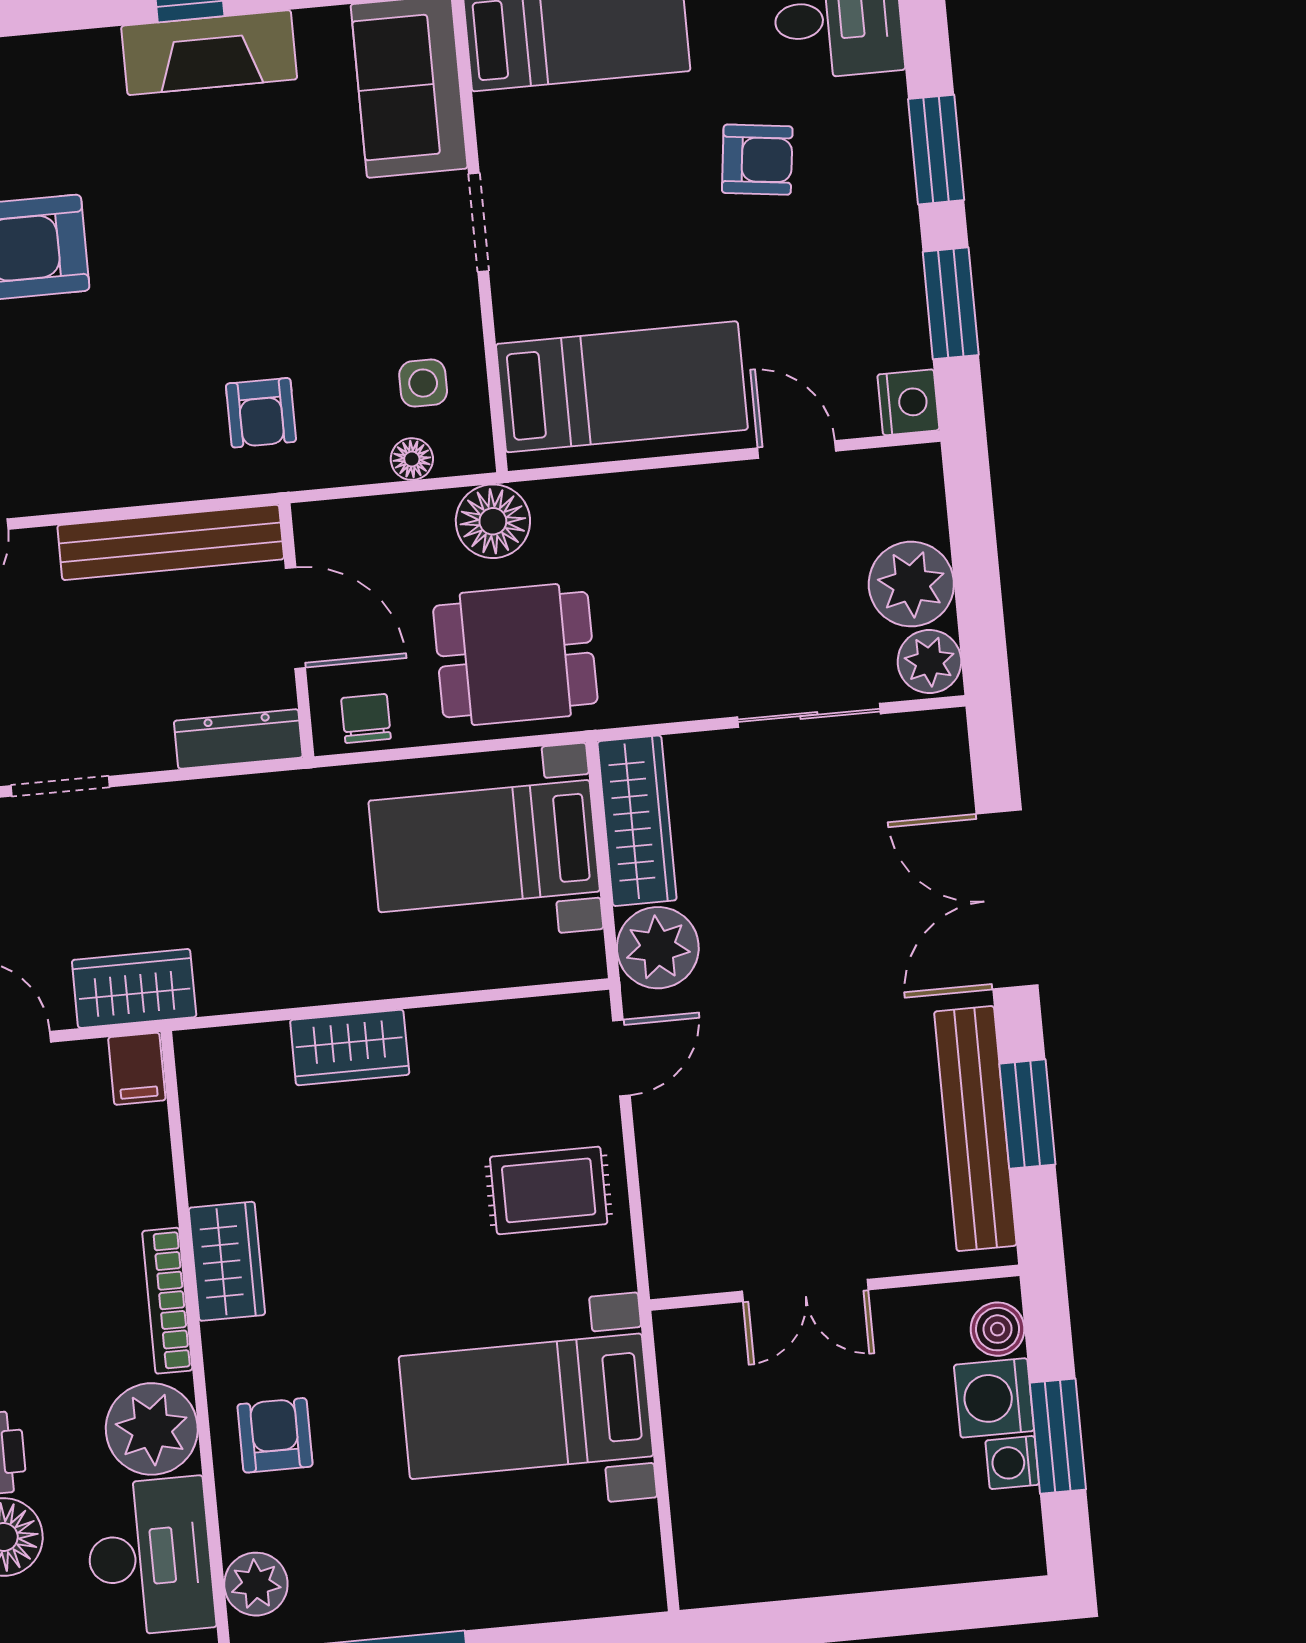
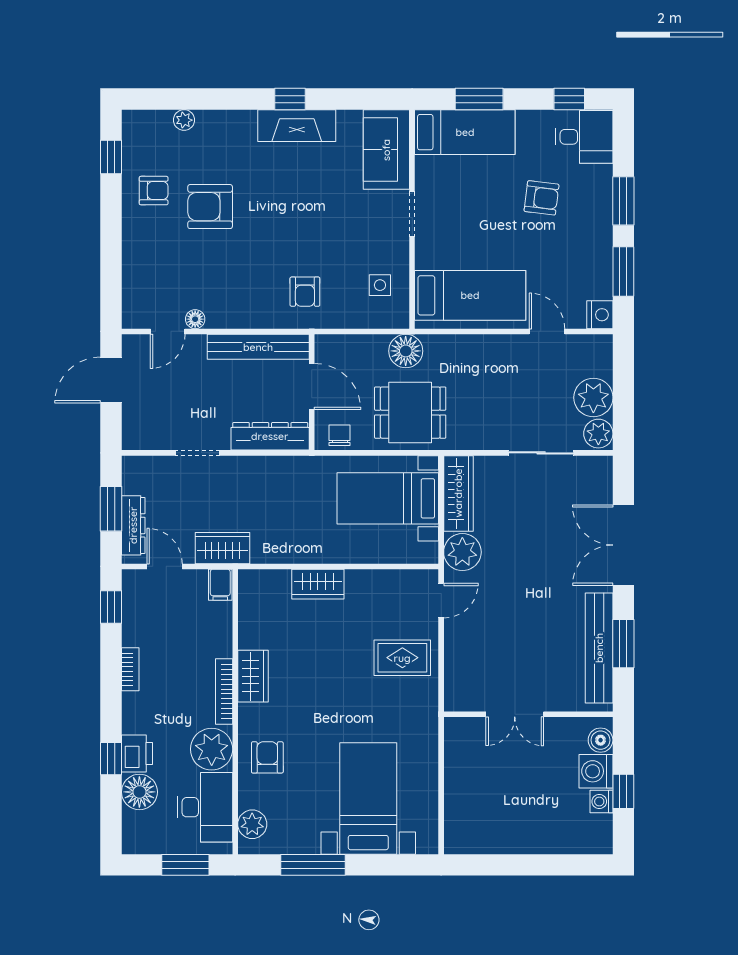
floor lamp: (412, 459) -> (195, 319), moved
dresser: (238, 739) -> (270, 436), width x1.37, depth x1.24
bed with nightstands: (526, 1406) -> (368, 799), moved, turned 90
window: (1058, 1436) -> (623, 791), width x0.67

